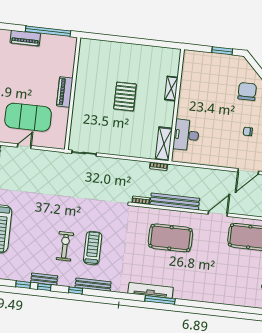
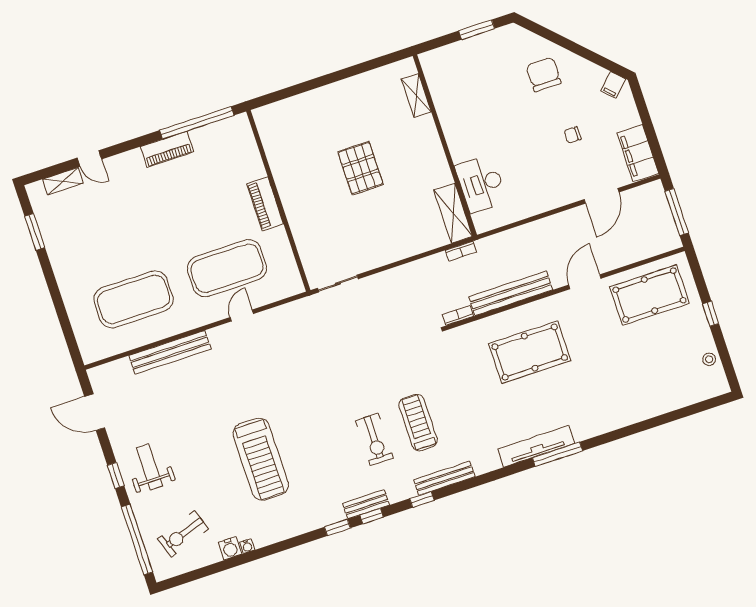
shelving: (171, 88) -> (416, 96), moved
exercise bike: (65, 246) -> (374, 439), turned 180

